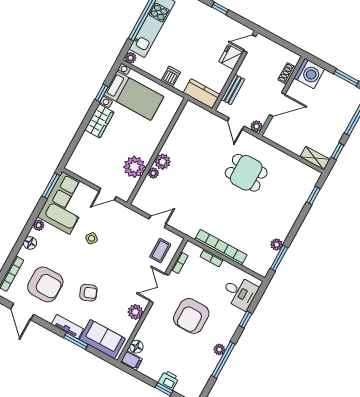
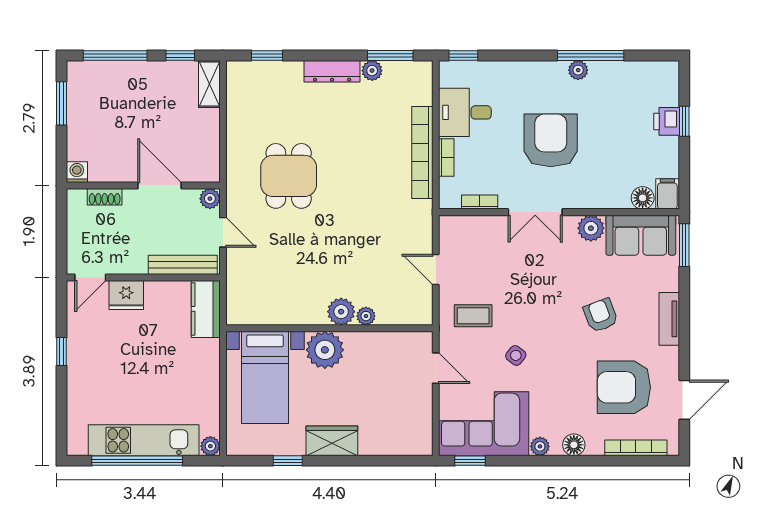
door: (250, 44) -> (90, 277), hinge flipped
washing machine: (309, 73) -> (77, 172), width x0.53, depth x0.53
dishwasher: (171, 76) -> (205, 370), removed
bench: (233, 89) -> (183, 265), width x1.36
bed with nightstands: (134, 96) -> (265, 377), moved, turned 180
door: (236, 124) -> (223, 232), hinge flipped
plant: (134, 167) -> (325, 350), moved
window: (51, 186) -> (470, 461), width x0.67
dresser: (287, 224) -> (332, 71), added
coffee table: (160, 251) -> (473, 316), moved
armchair: (45, 284) -> (624, 387), turned -90
desk: (240, 292) -> (465, 112), moved, turned -90
armchair: (191, 316) -> (551, 140), turned -90
window: (245, 319) -> (463, 55), moved
sofa: (102, 339) -> (641, 235), moved, turned -90
window: (76, 341) -> (684, 245), moved

